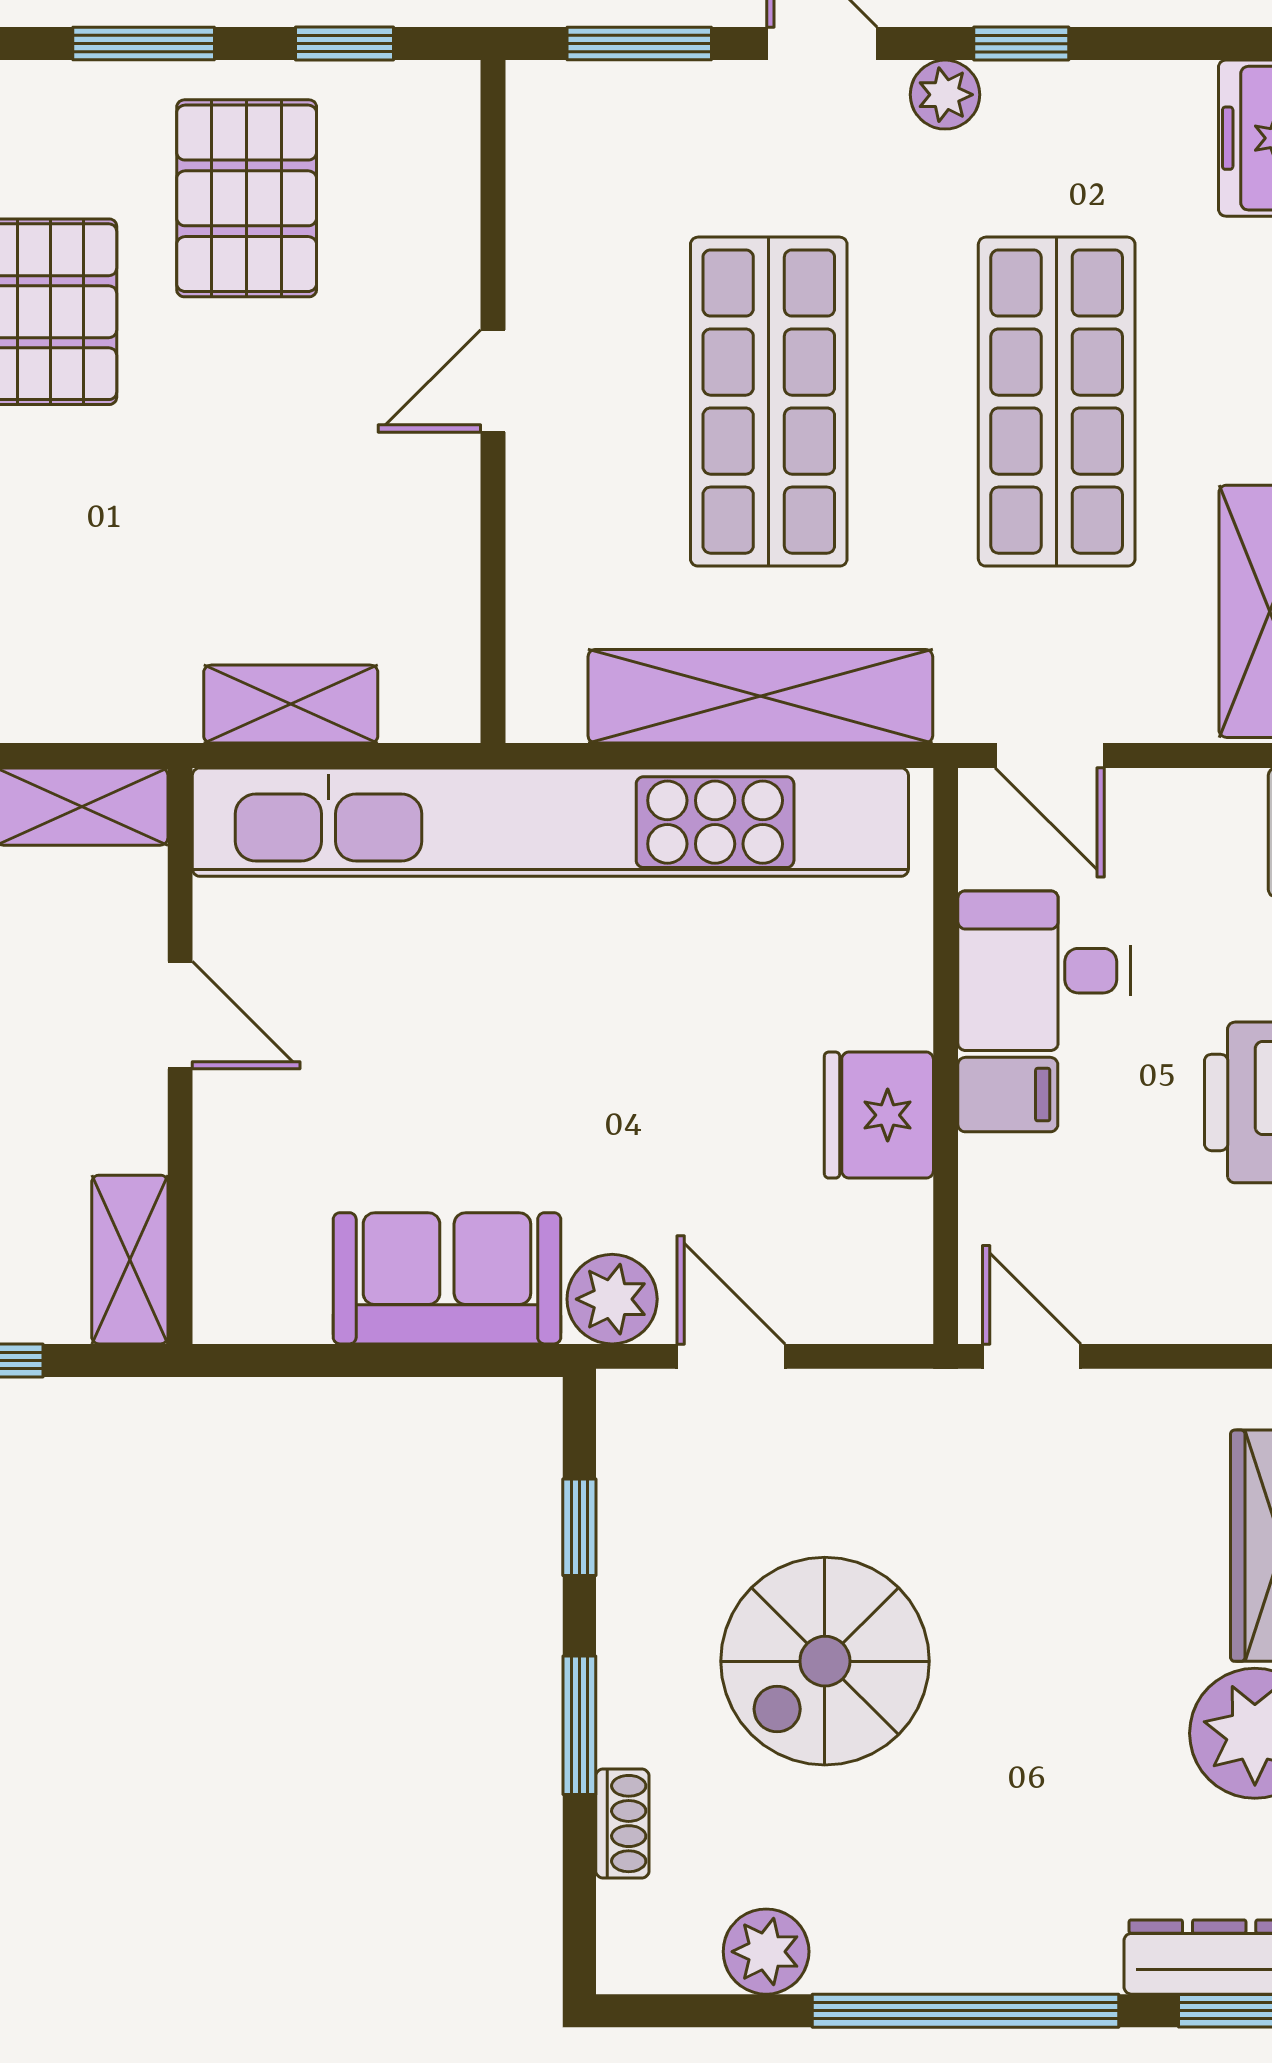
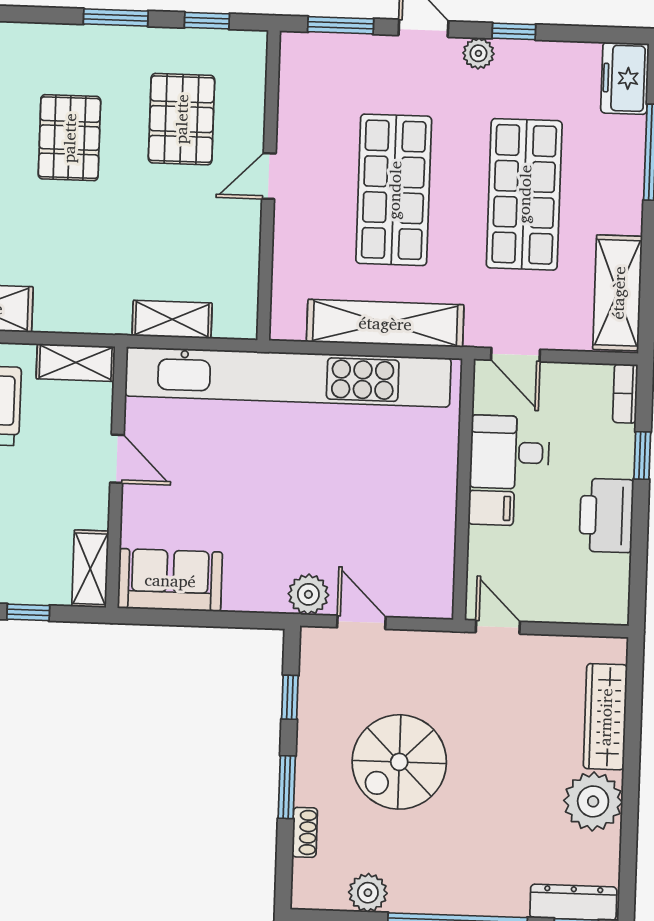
pallet: (247, 198) -> (181, 119), moved
fridge: (879, 1115) -> (432, 515), removed
sofa: (447, 1278) -> (170, 580), moved

